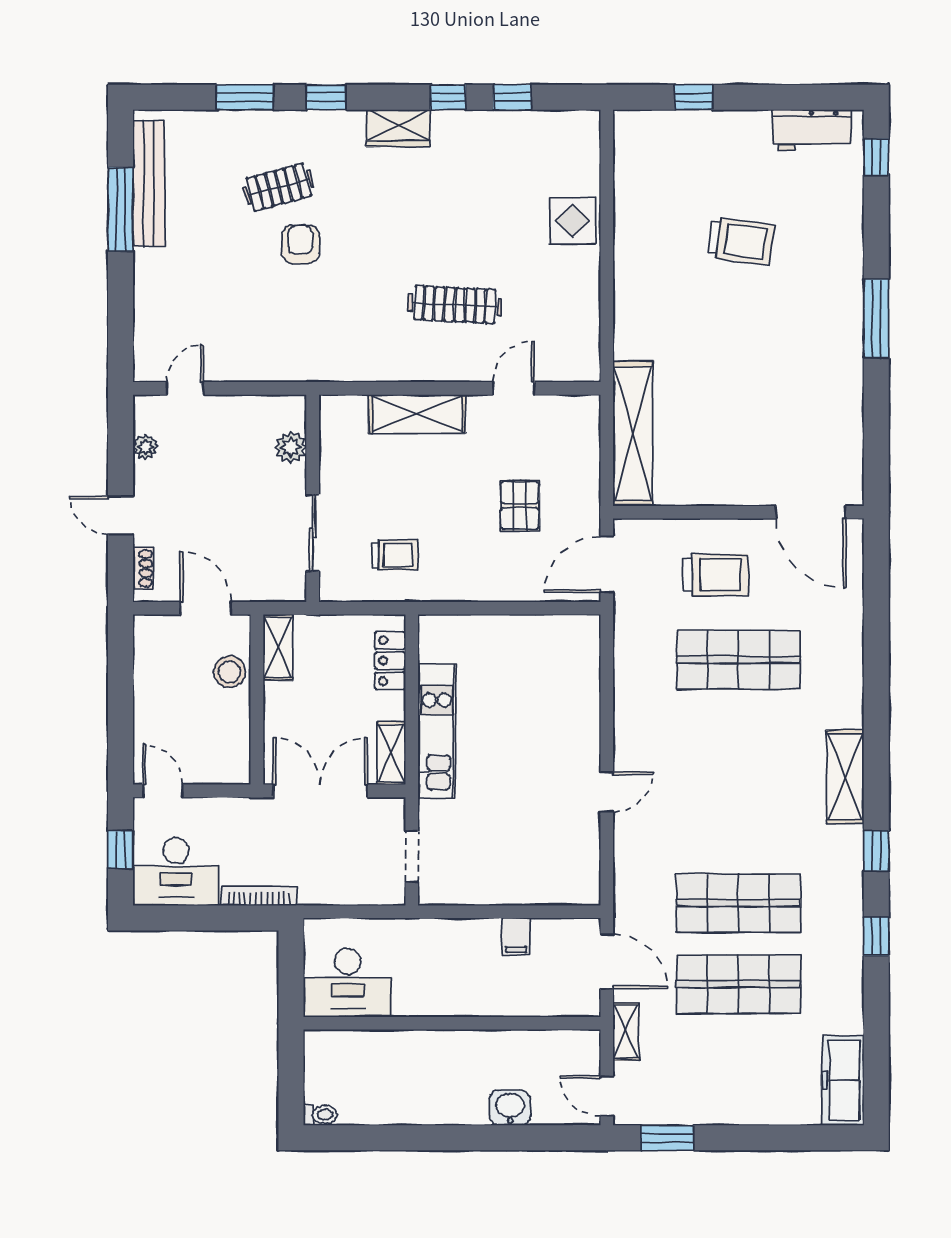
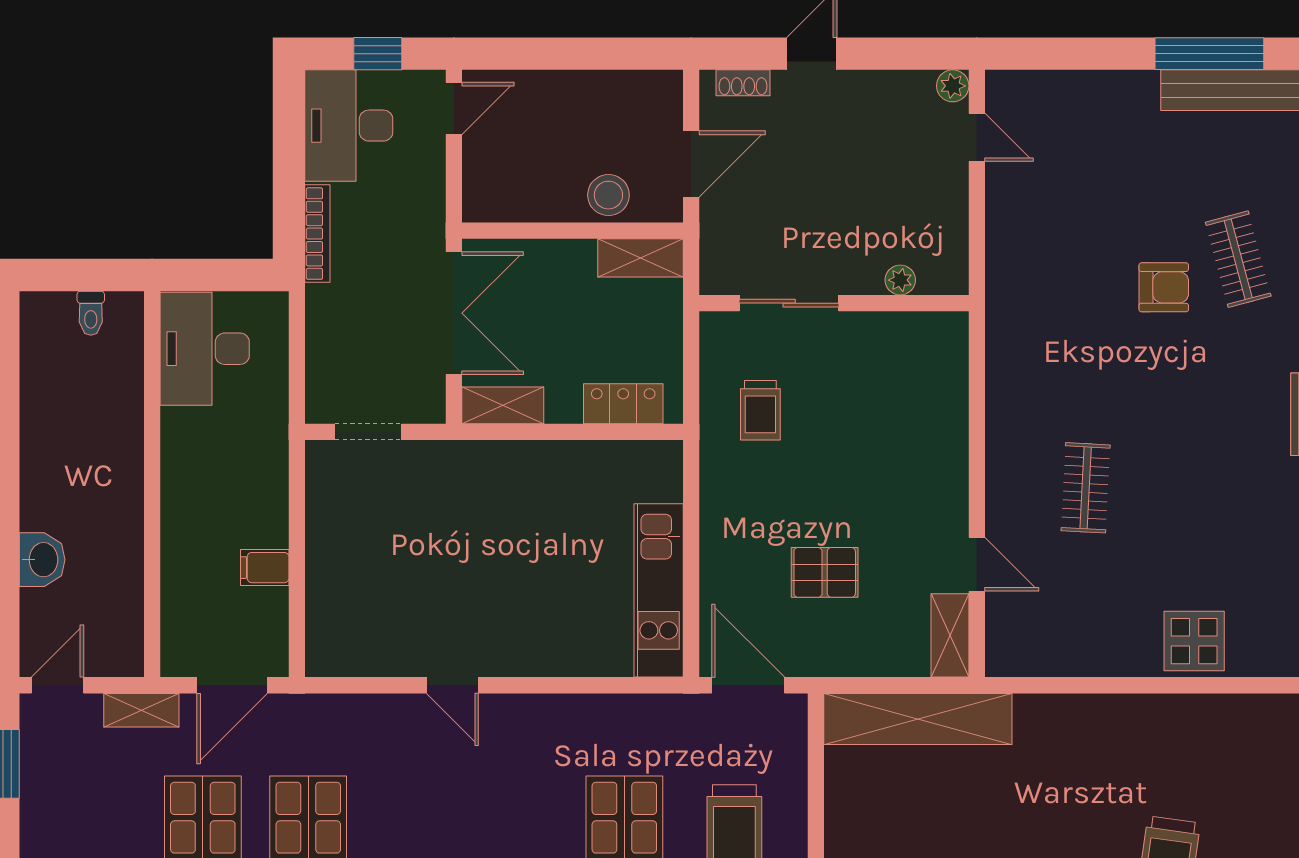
clothes rail: (455, 305) -> (1086, 488), width x0.73
shelving: (417, 414) -> (950, 635), moved, width x0.67, depth x0.75
plant: (145, 447) -> (953, 86), moved
plant: (290, 447) -> (900, 280), width x0.73, depth x0.73
kitchen unit: (437, 731) -> (659, 590), moved, turned 90
toilet: (320, 1115) -> (91, 313), moved

